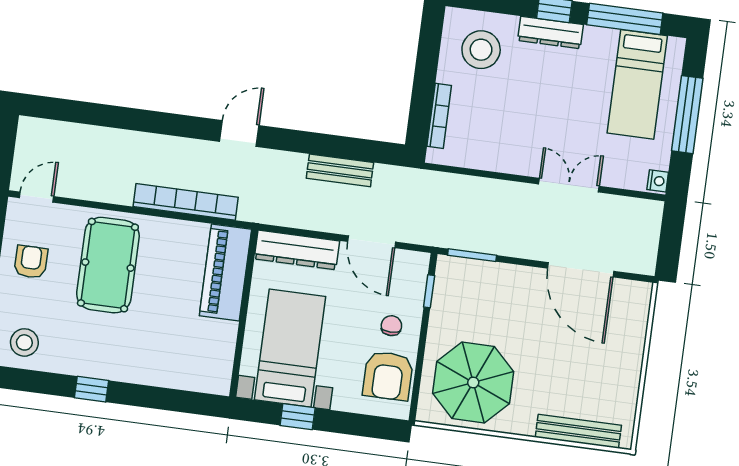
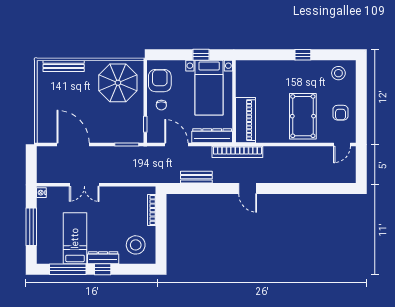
bed: (637, 84) -> (75, 238), moved
door: (239, 133) -> (248, 189), hinge flipped
bookcase: (186, 202) -> (237, 152), moved

